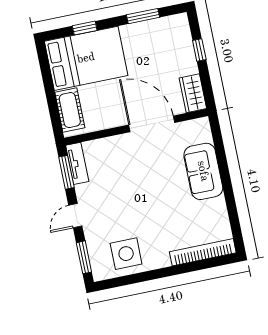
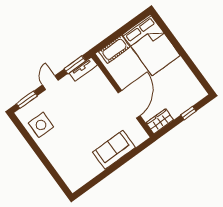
window: (143, 16) -> (194, 68), removed
window: (85, 28) -> (170, 35), removed
door: (75, 216) -> (50, 83), hinge flipped
bookcase: (203, 252) -> (63, 172), removed

